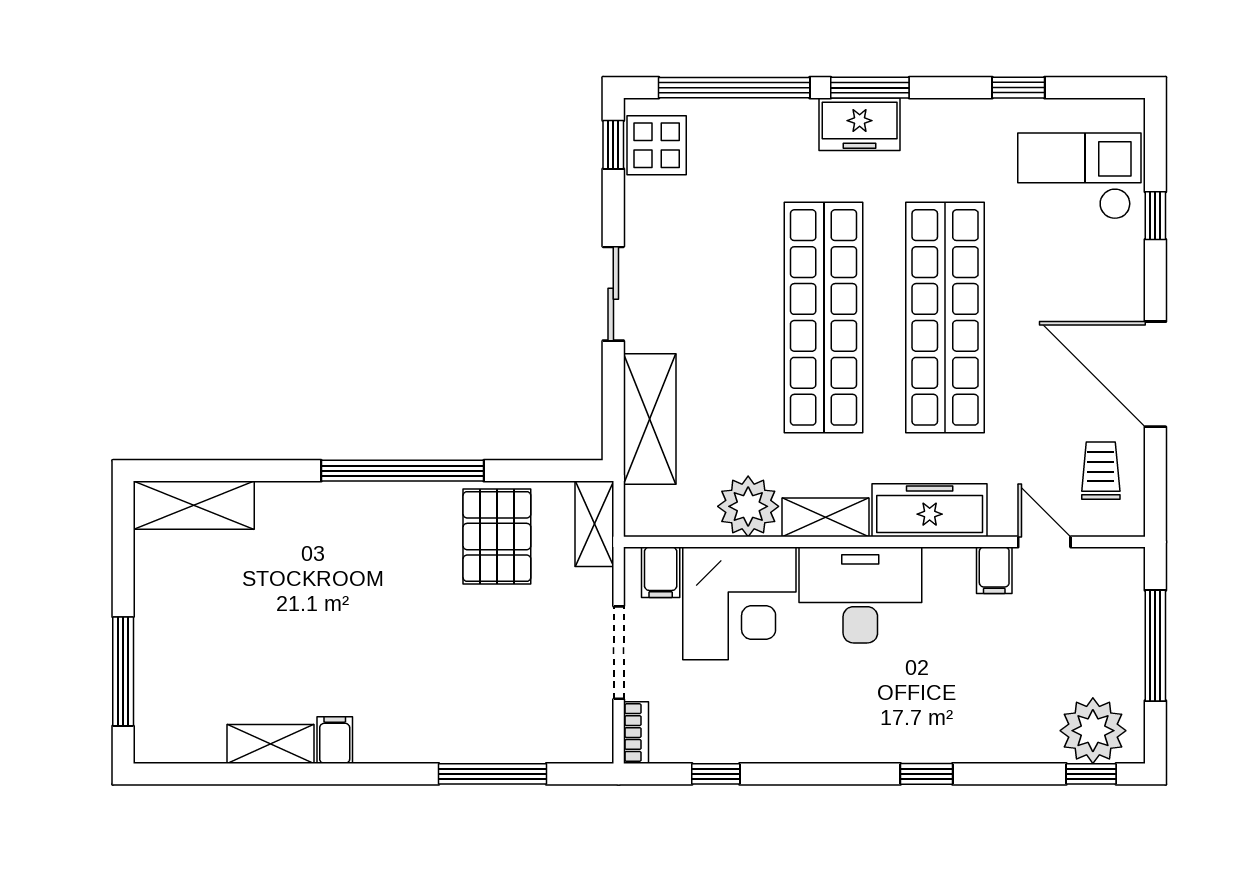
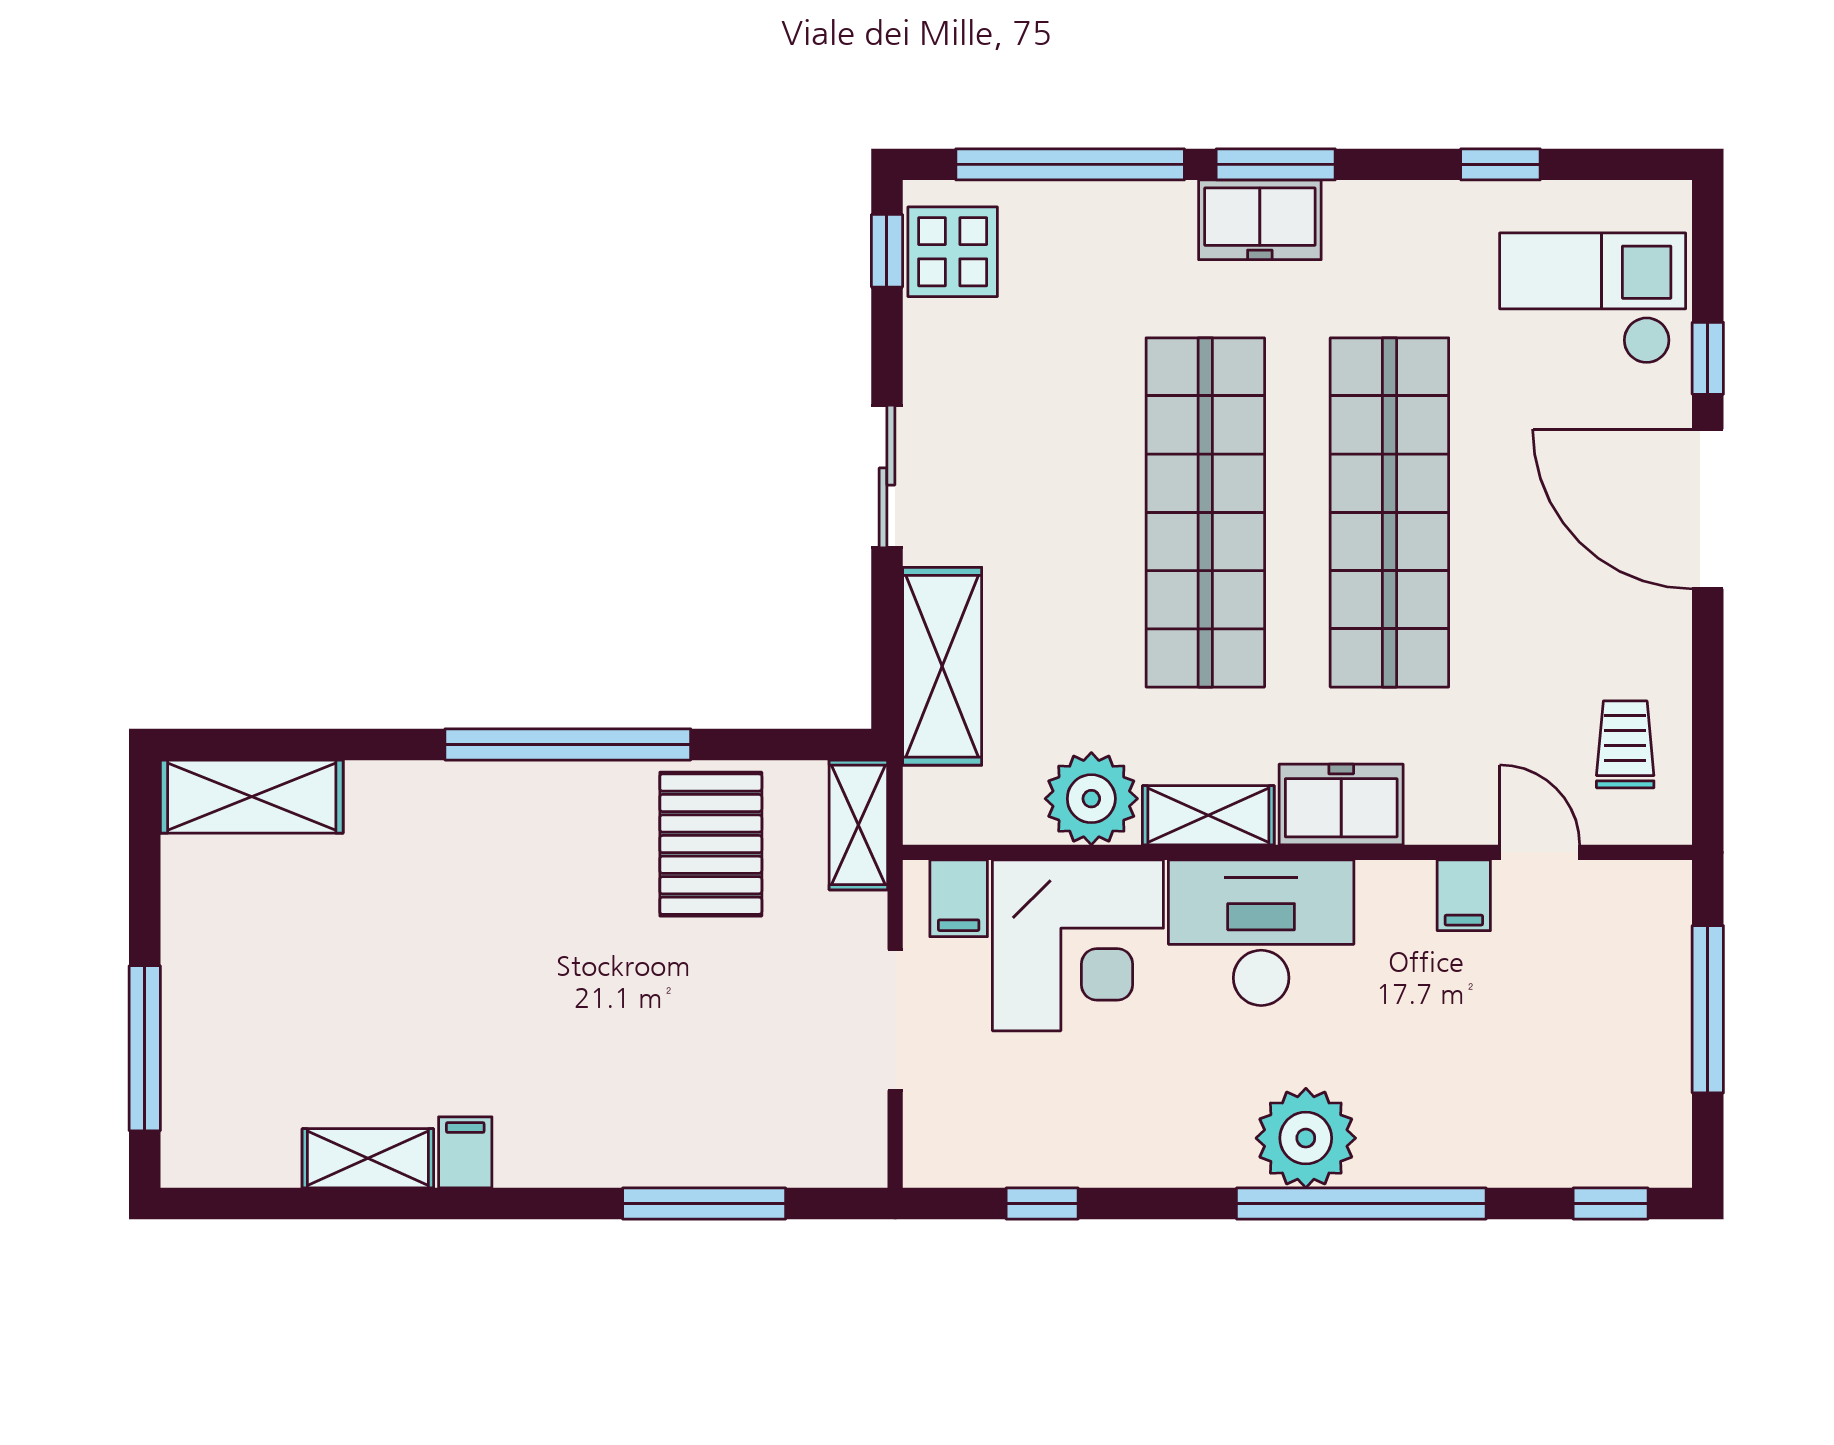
door: (1155, 374) -> (1708, 509), moved
freezer: (930, 510) -> (1341, 805), width x0.71
plant: (1093, 731) -> (1306, 1138), moved
bookcase: (636, 733) -> (921, 1141), removed
window: (927, 774) -> (1361, 1204), width x3.17

